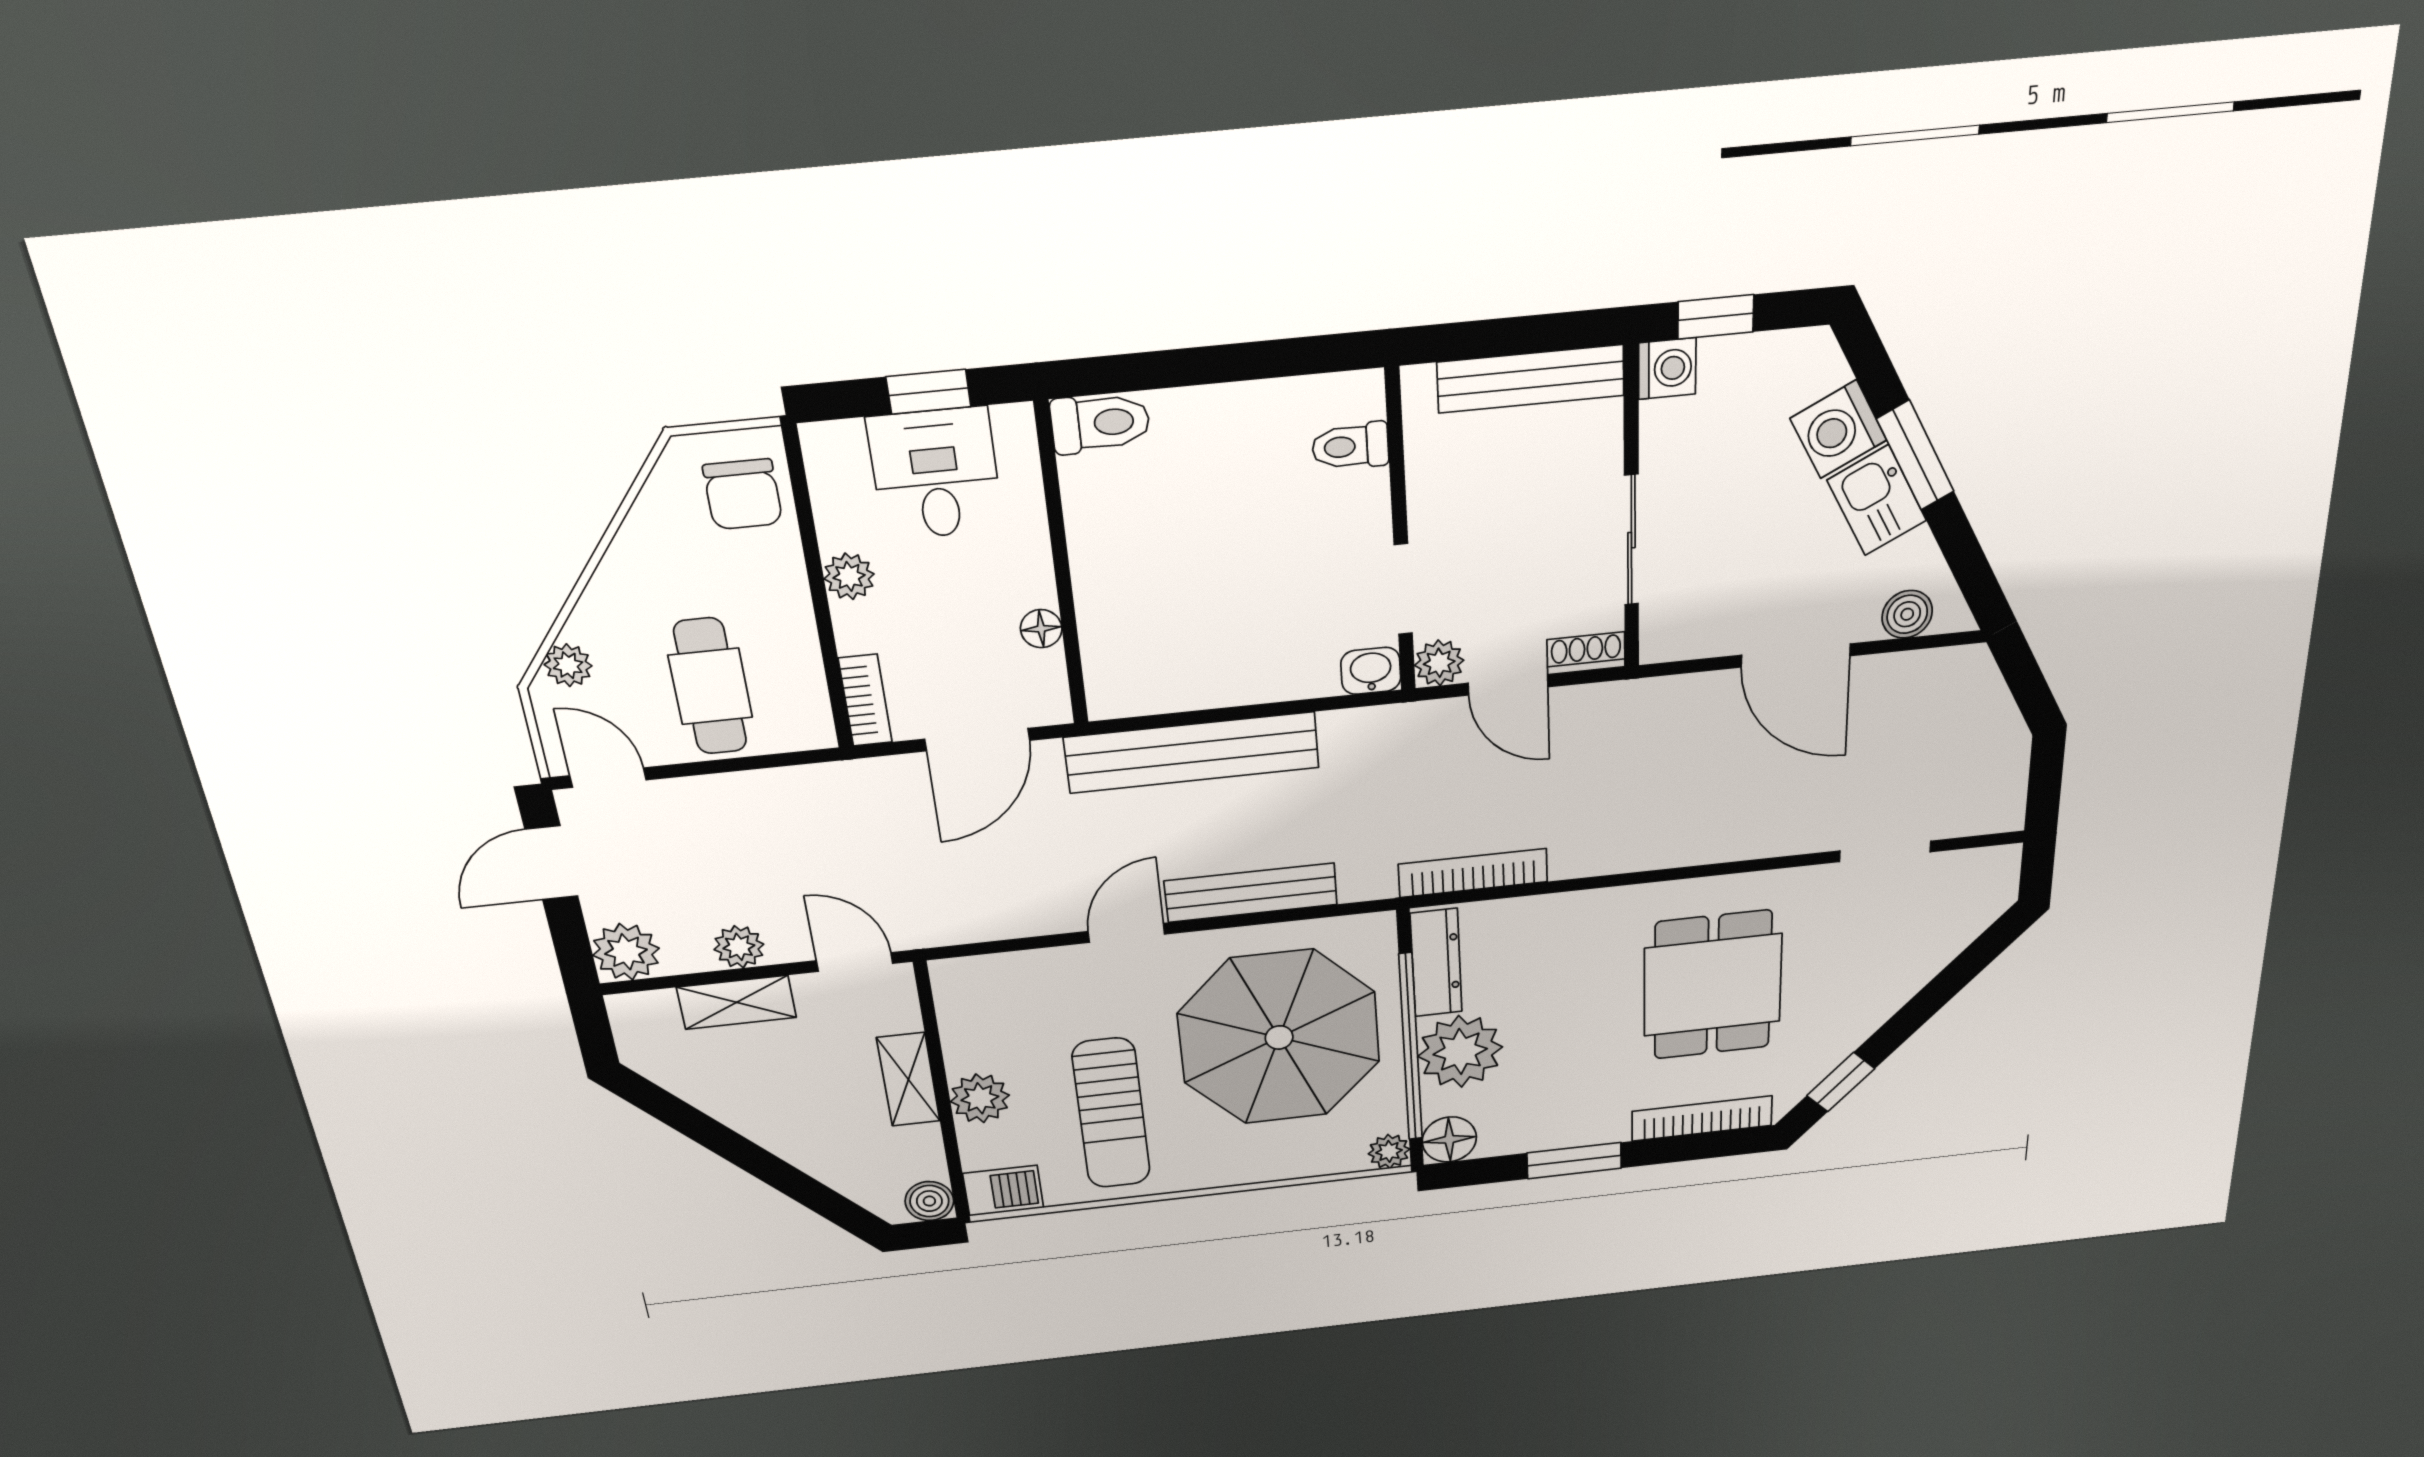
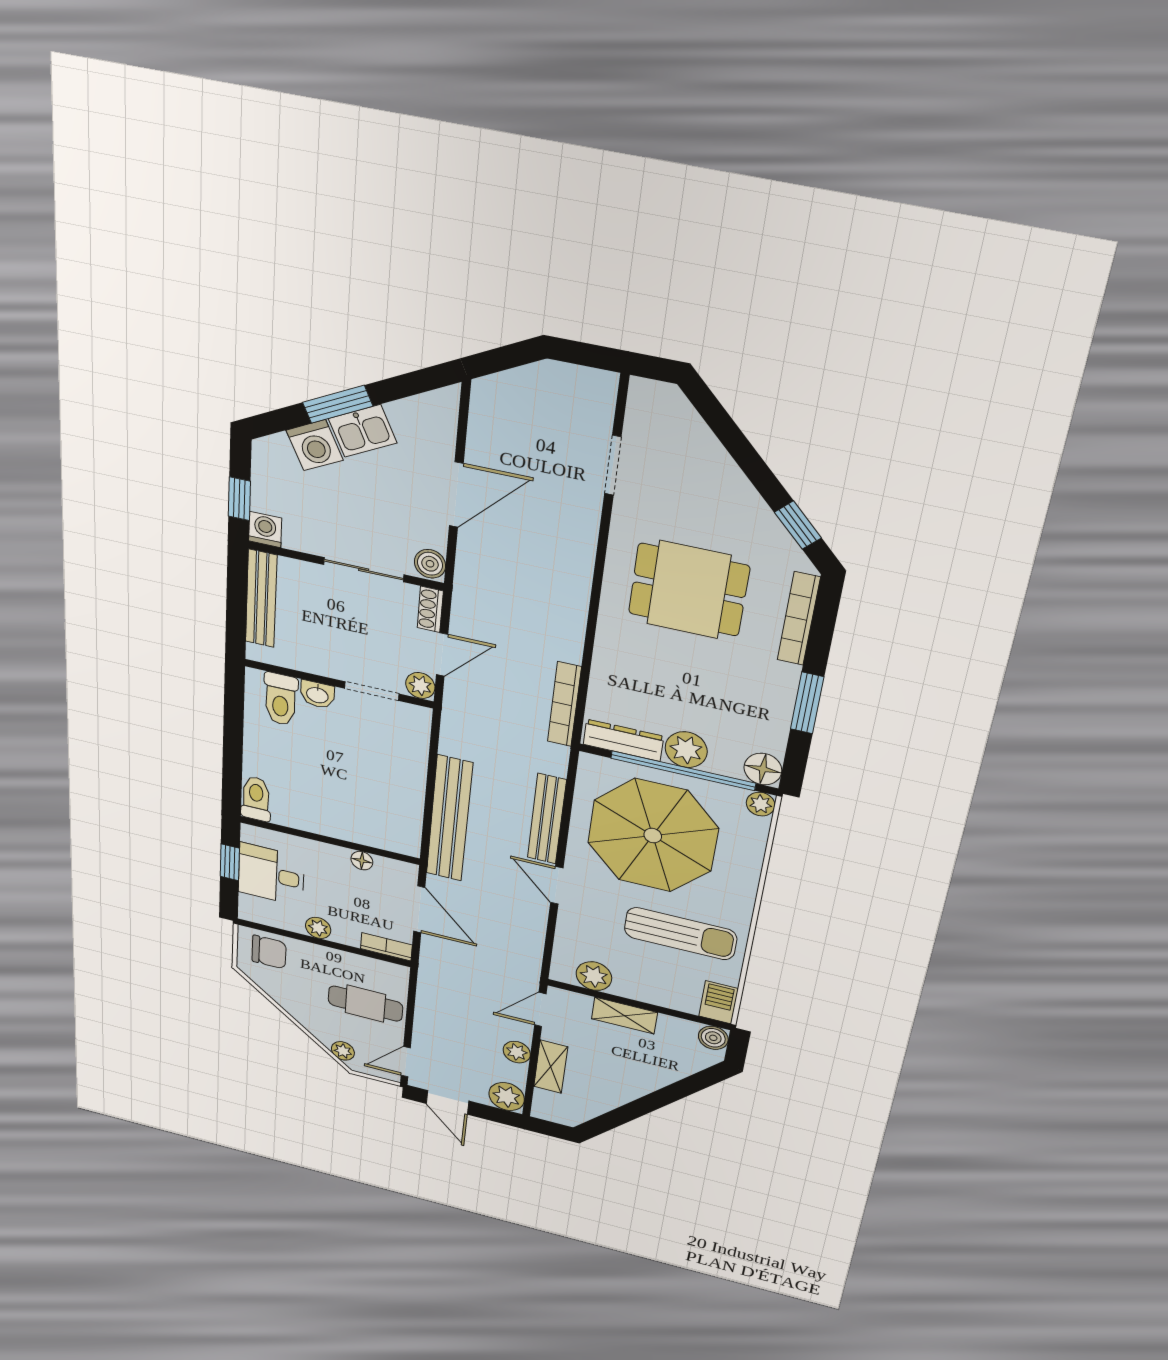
toilet: (1350, 446) -> (281, 699), width x1.37, depth x1.39
boiler: (1907, 614) -> (430, 564), moved
washbasin: (1371, 671) -> (317, 694), moved, turned -90
plant: (1460, 1052) -> (686, 750), width x0.73, depth x0.73
plant: (980, 1098) -> (594, 976), moved

